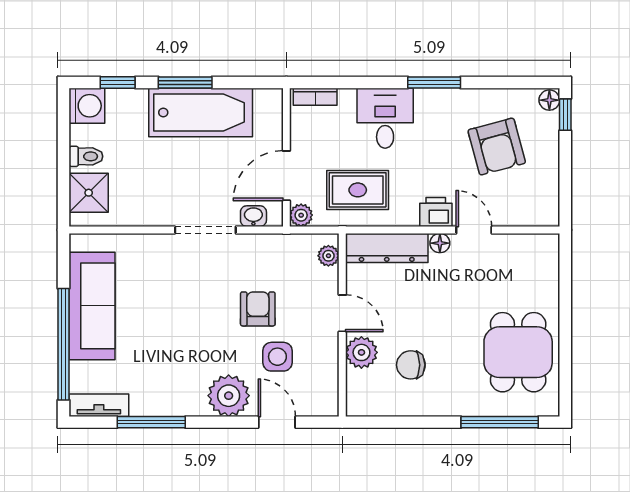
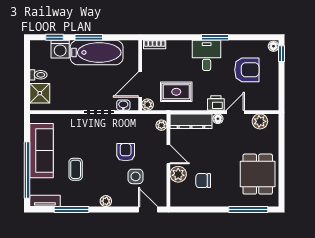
washing machine: (87, 106) -> (60, 49), moved, turned 90
desk: (385, 118) -> (207, 55), moved
armchair: (497, 147) -> (247, 70), turned -75
door: (474, 230) -> (235, 112), hinge flipped
plant: (523, 248) -> (260, 121), added
coffee table: (159, 343) -> (76, 169), added
plant: (229, 396) -> (106, 201), width x0.53, depth x0.53
door: (277, 422) -> (148, 210), moved

